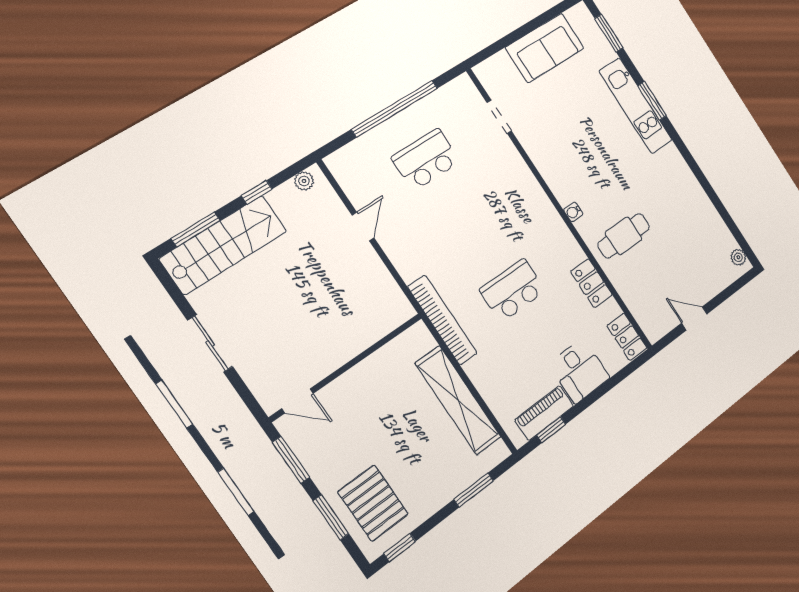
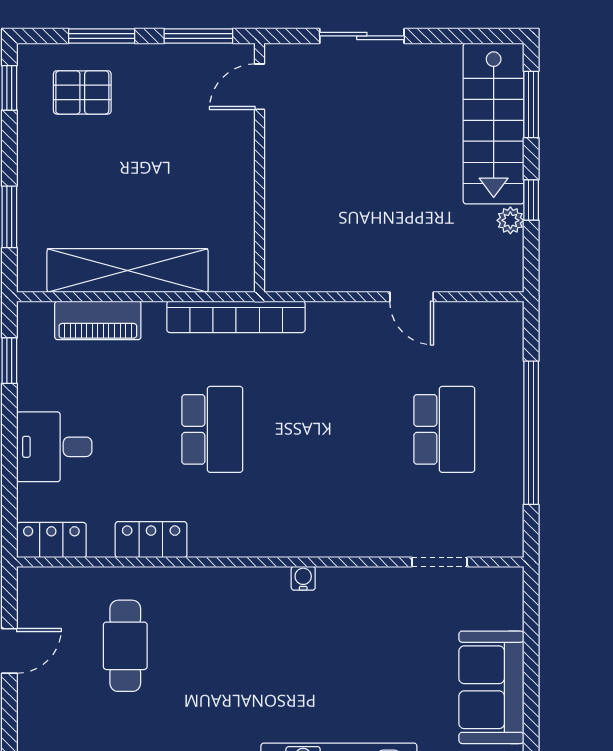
plant: (304, 181) -> (510, 220), moved
water cooler: (573, 212) -> (303, 578), moved
cafe table: (624, 236) -> (125, 646), moved
sliding door: (210, 343) -> (362, 36), moved
piano: (544, 413) -> (98, 320), moved, turned 90
pallet: (373, 503) -> (82, 92), width x0.67, depth x0.71

